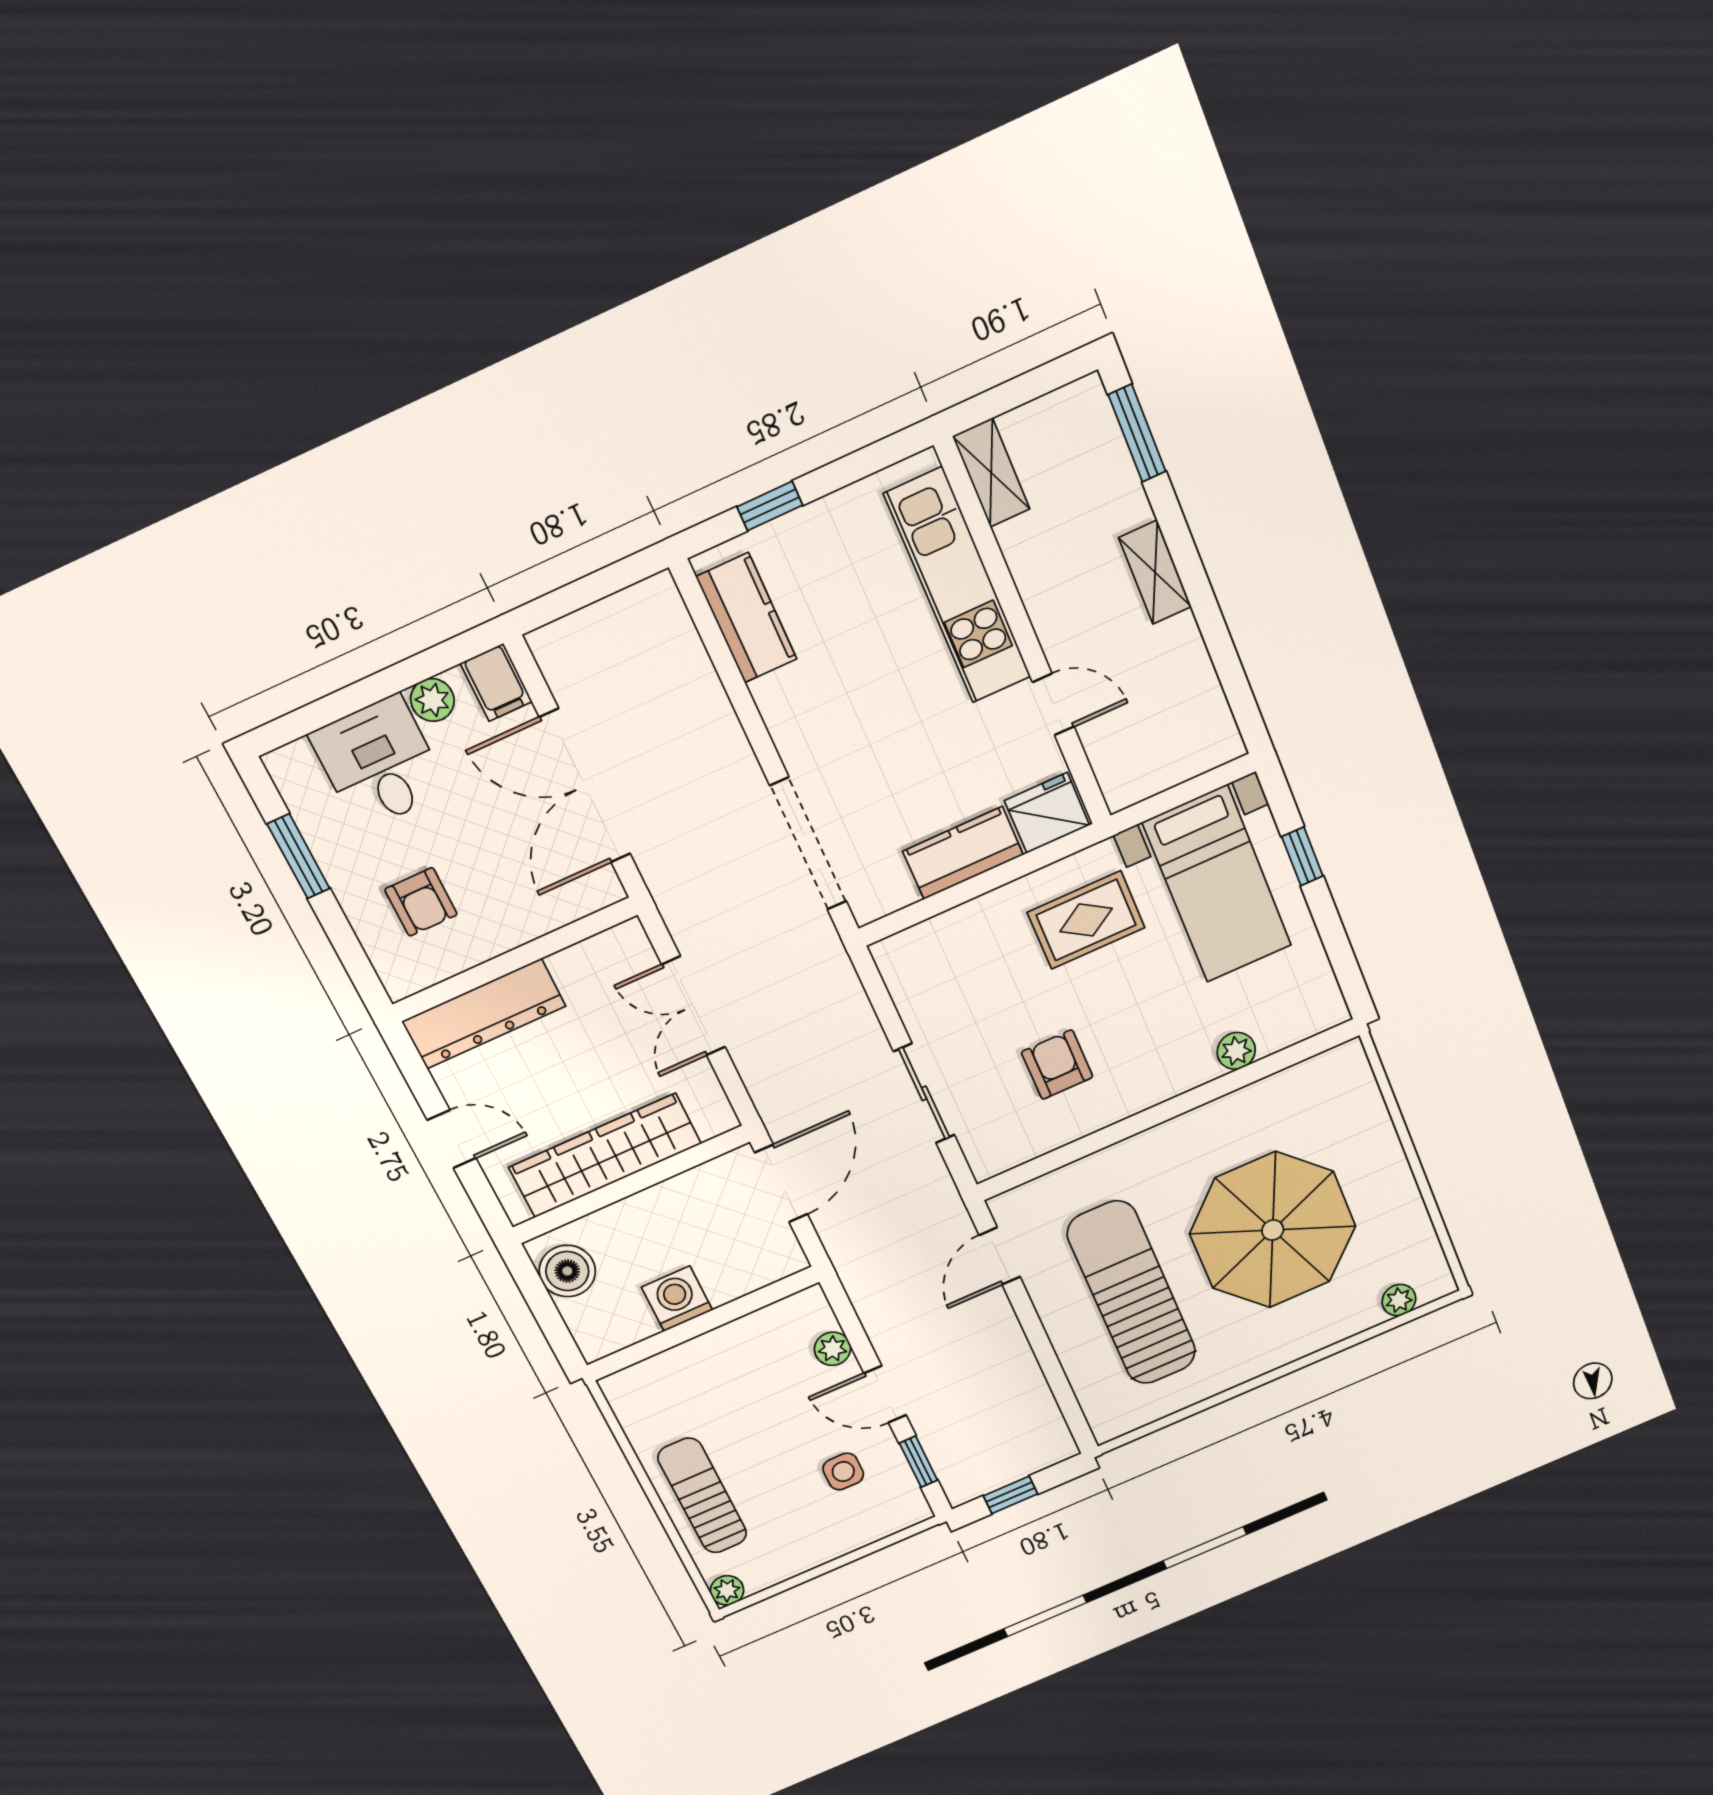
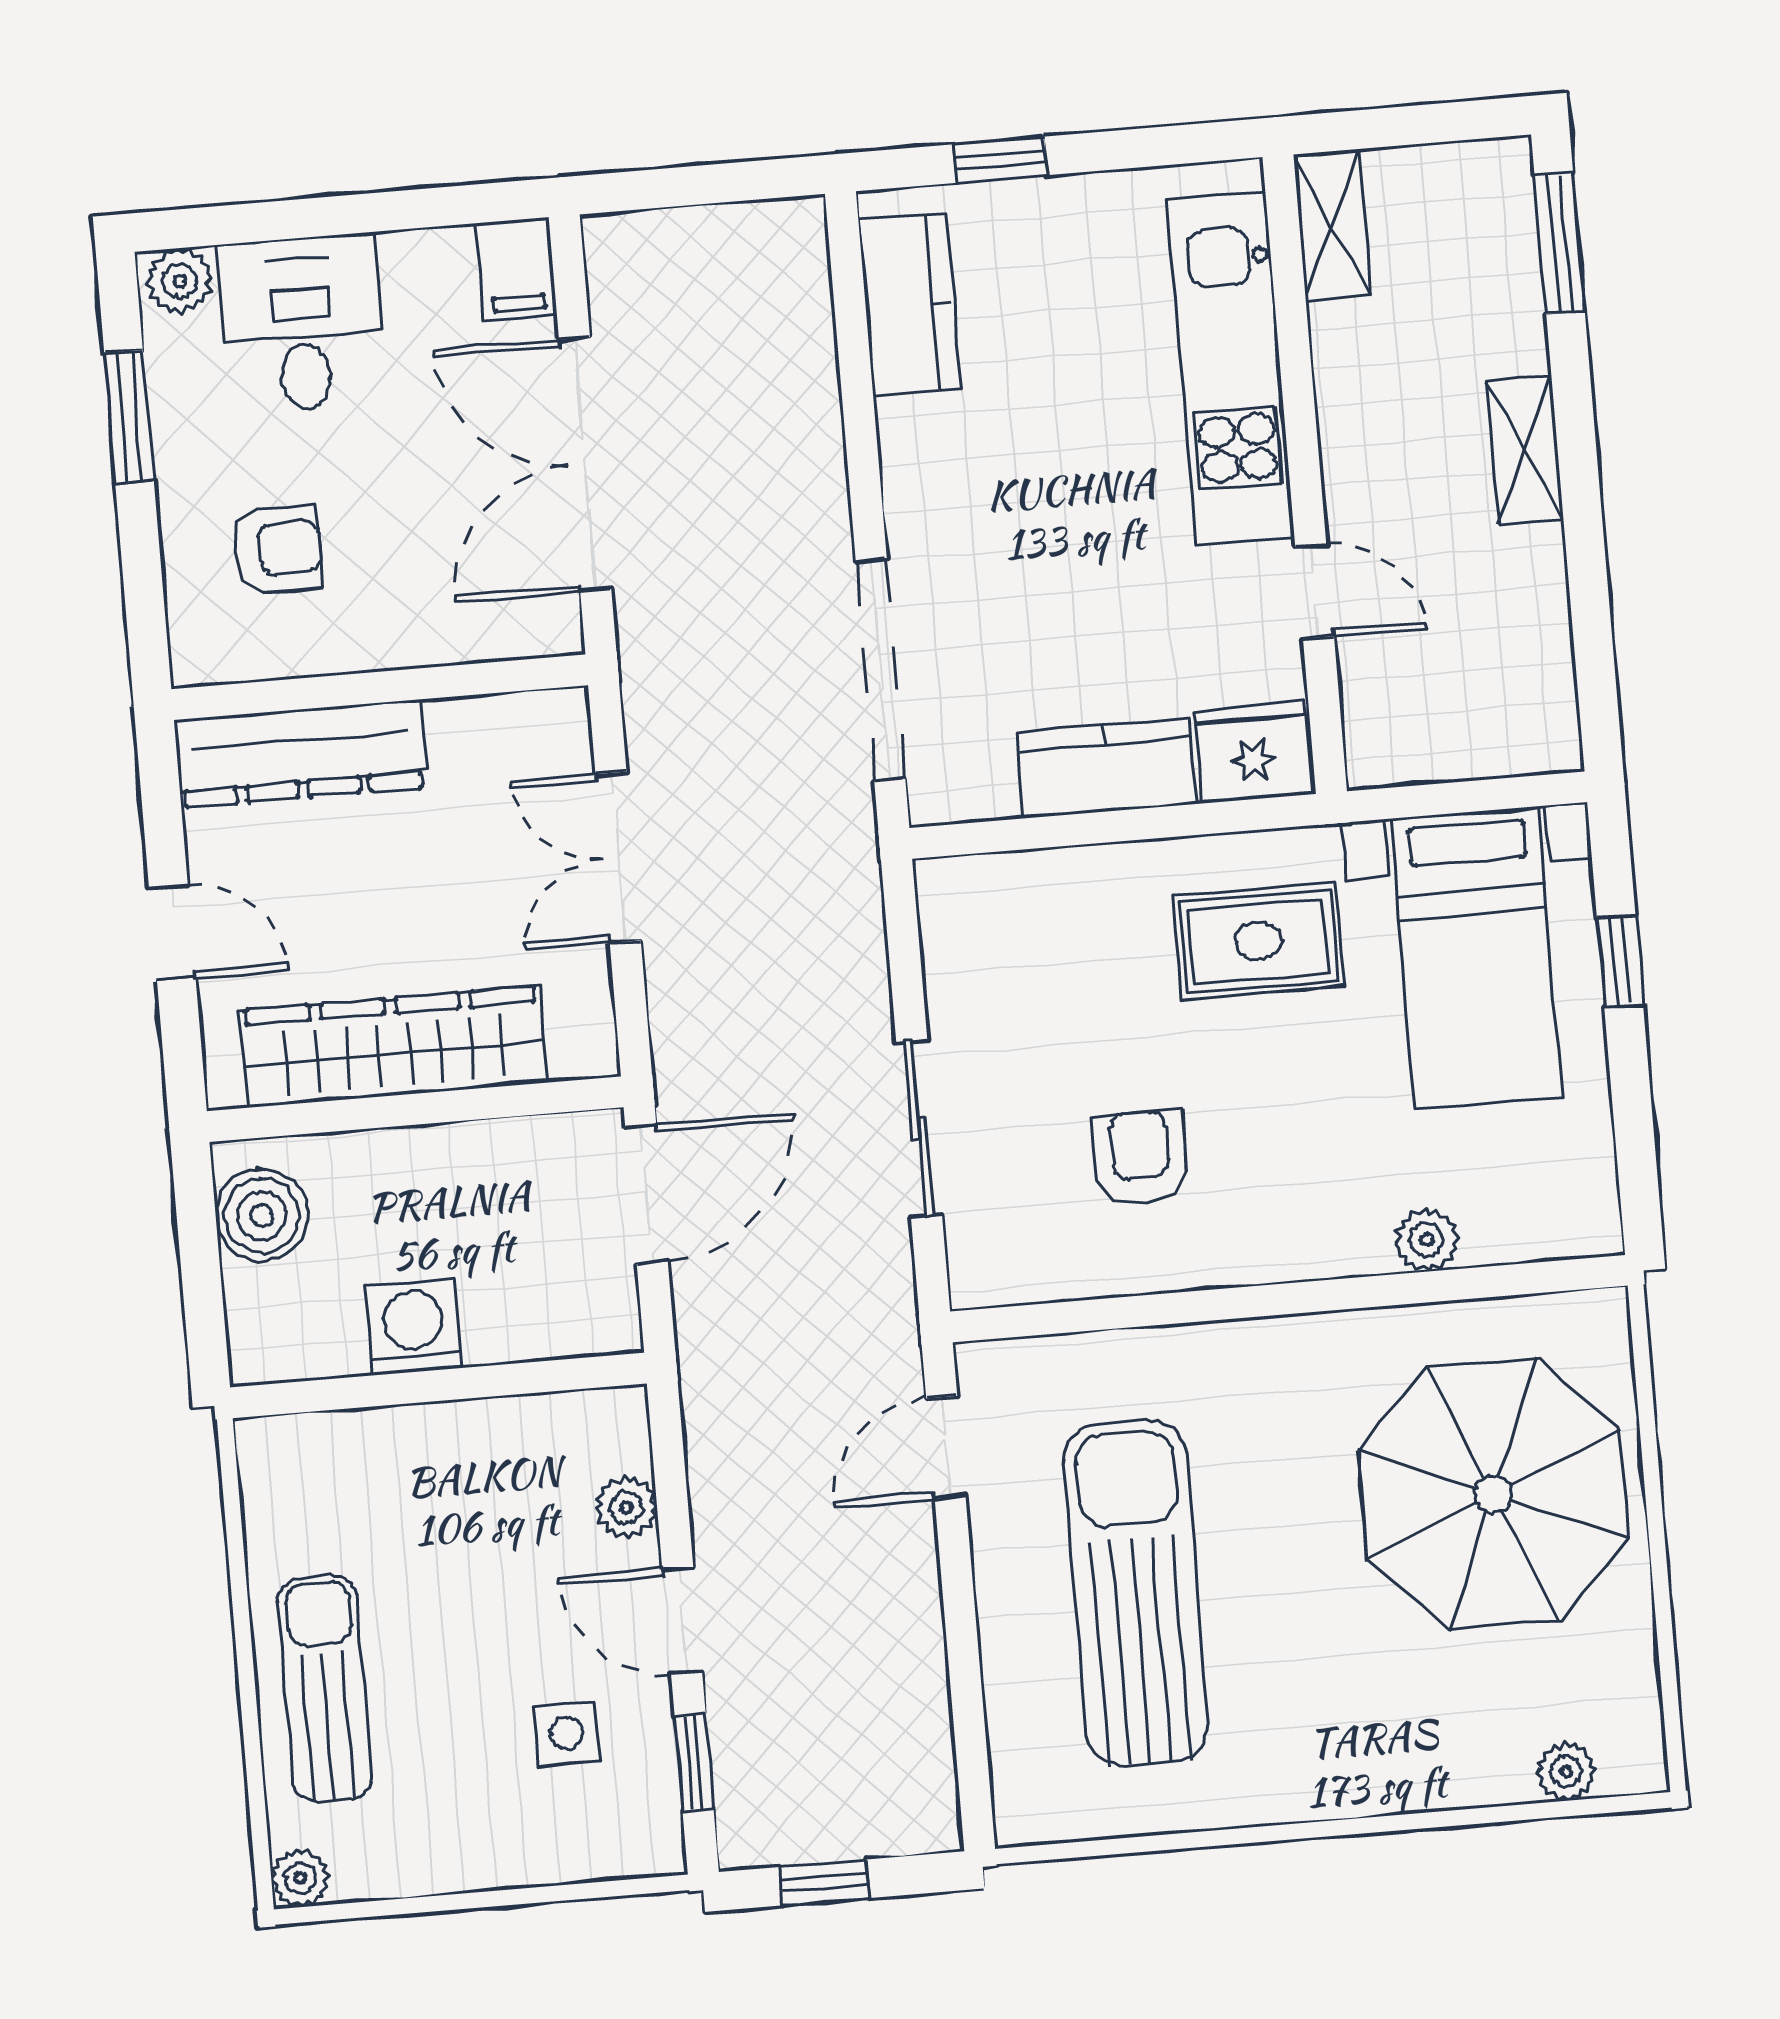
plant: (432, 700) -> (180, 281), moved
armchair: (421, 902) -> (278, 549), turned -90
parasol: (1273, 1230) -> (1493, 1494), moved

